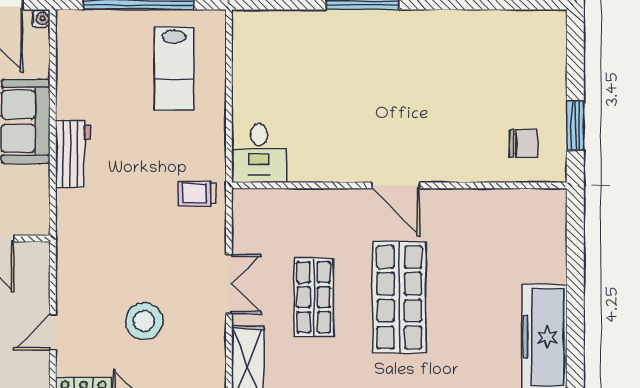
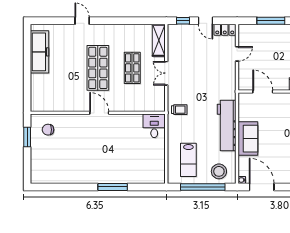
lab bench: (174, 69) -> (188, 160), turned 180
workbench: (73, 154) -> (227, 125), width x1.88, depth x1.32
stool: (144, 321) -> (219, 171), moved

